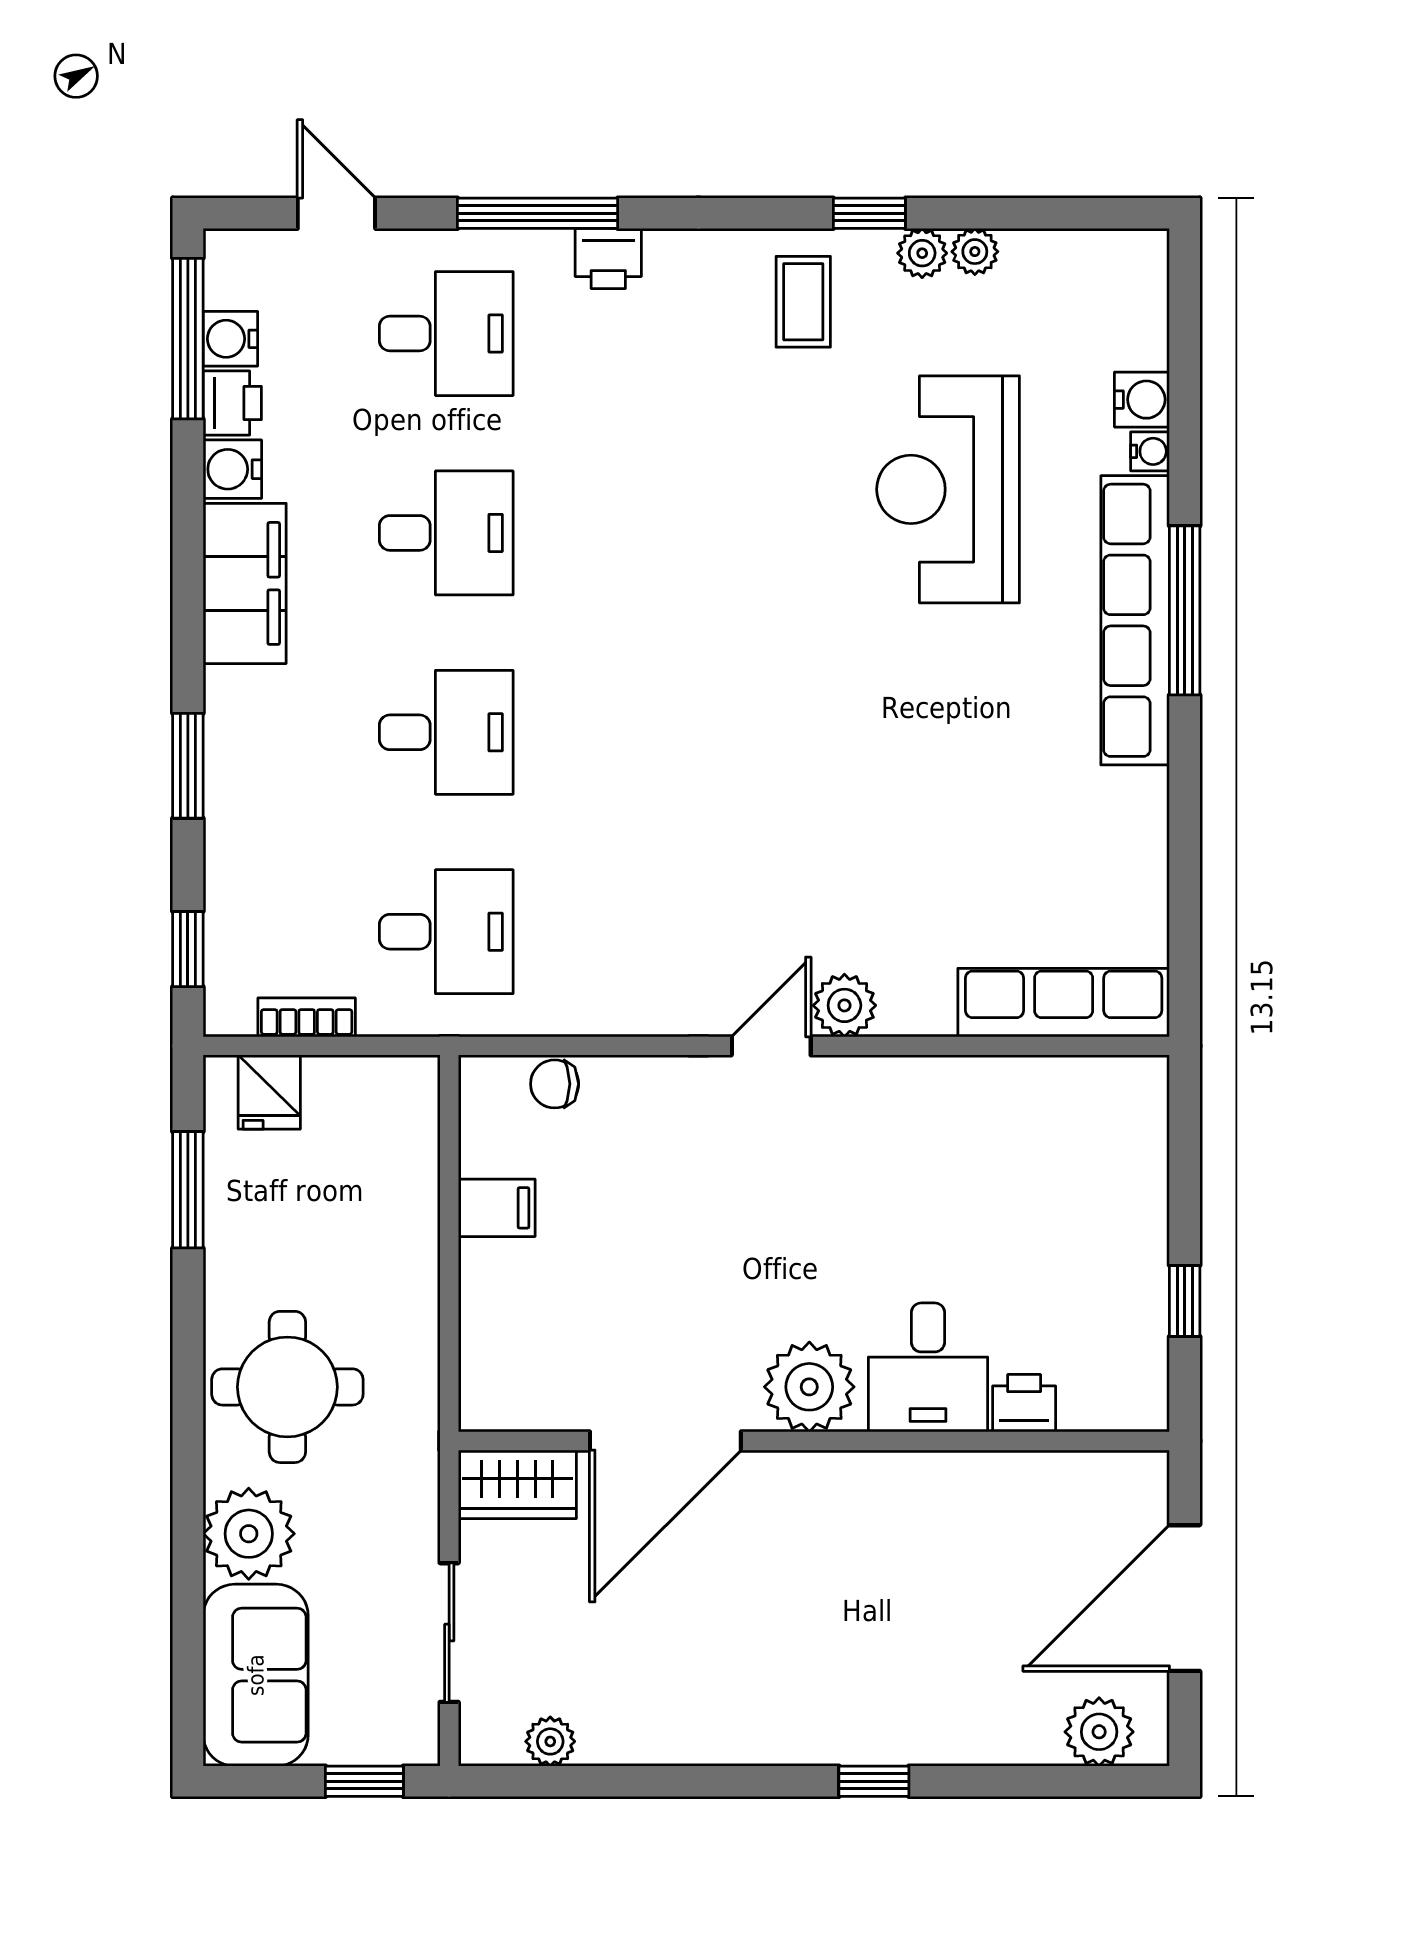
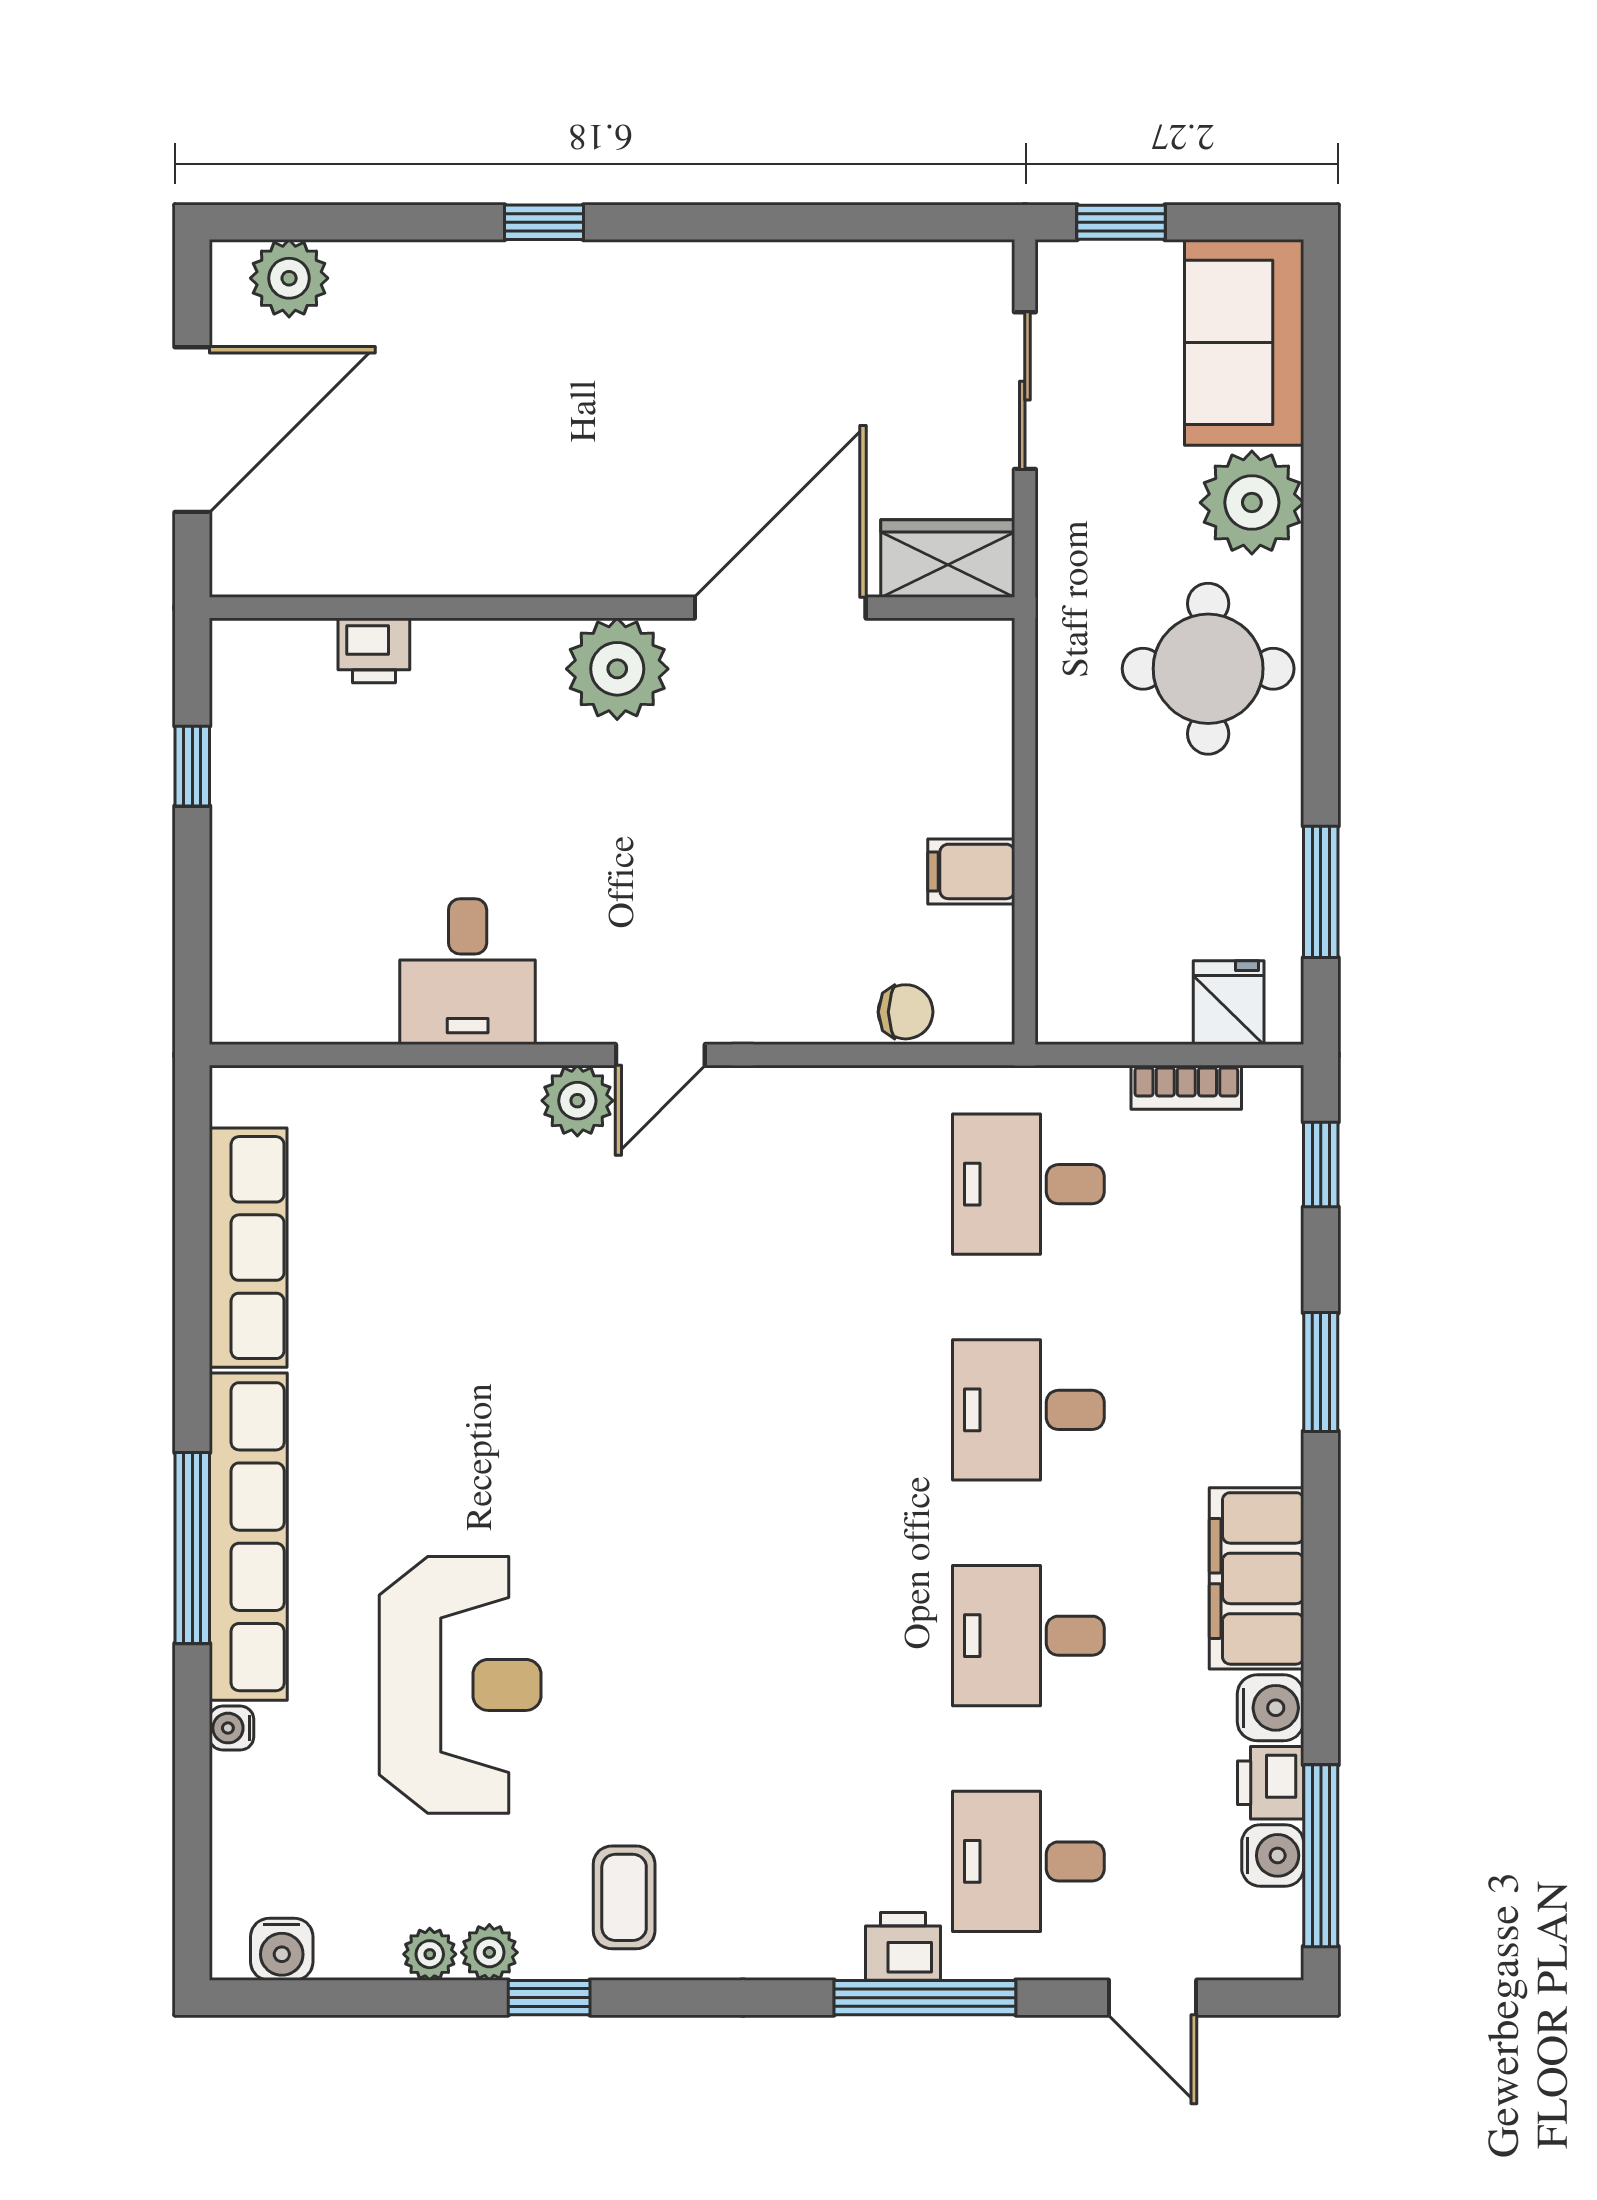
printer: (608, 258) -> (903, 1946), moved
water cooler: (1142, 400) -> (282, 1949), moved, turned -90
row of seats: (1064, 1003) -> (248, 1248), moved, turned -90
desk: (928, 1367) -> (468, 972), moved, turned 180
plant: (550, 1741) -> (911, 267), removed

